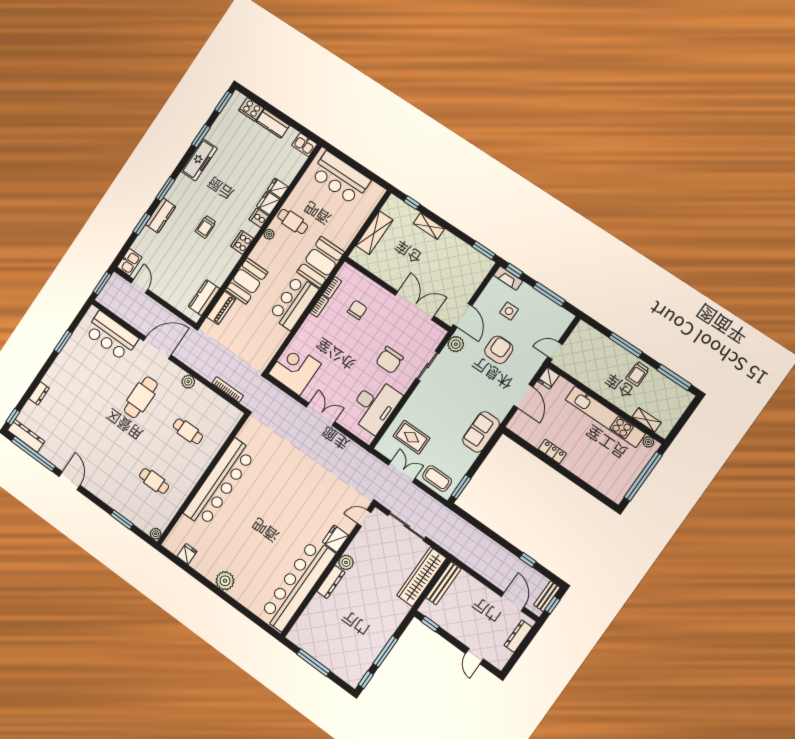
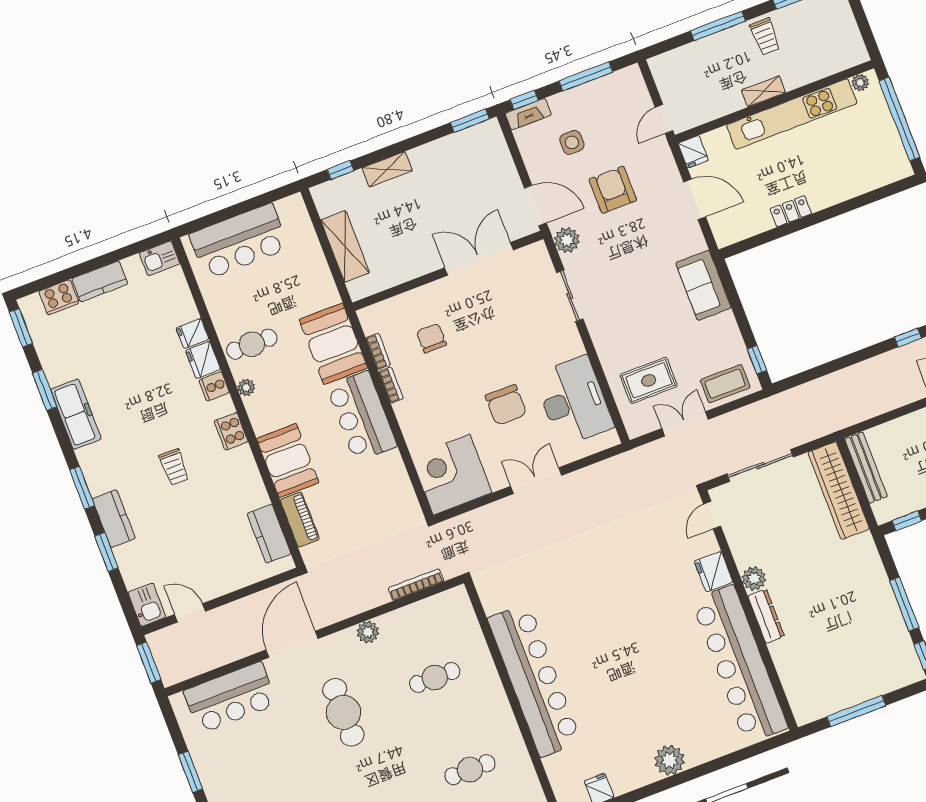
chair: (390, 360) -> (506, 405), moved
shelving: (647, 420) -> (763, 91), moved
window: (461, 487) -> (757, 360), width x0.67

